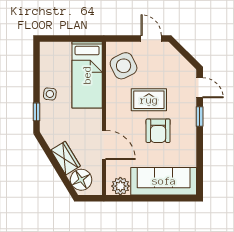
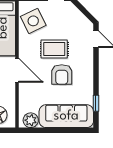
window: (200, 117) -> (96, 103), moved
door: (104, 145) -> (17, 70), moved

